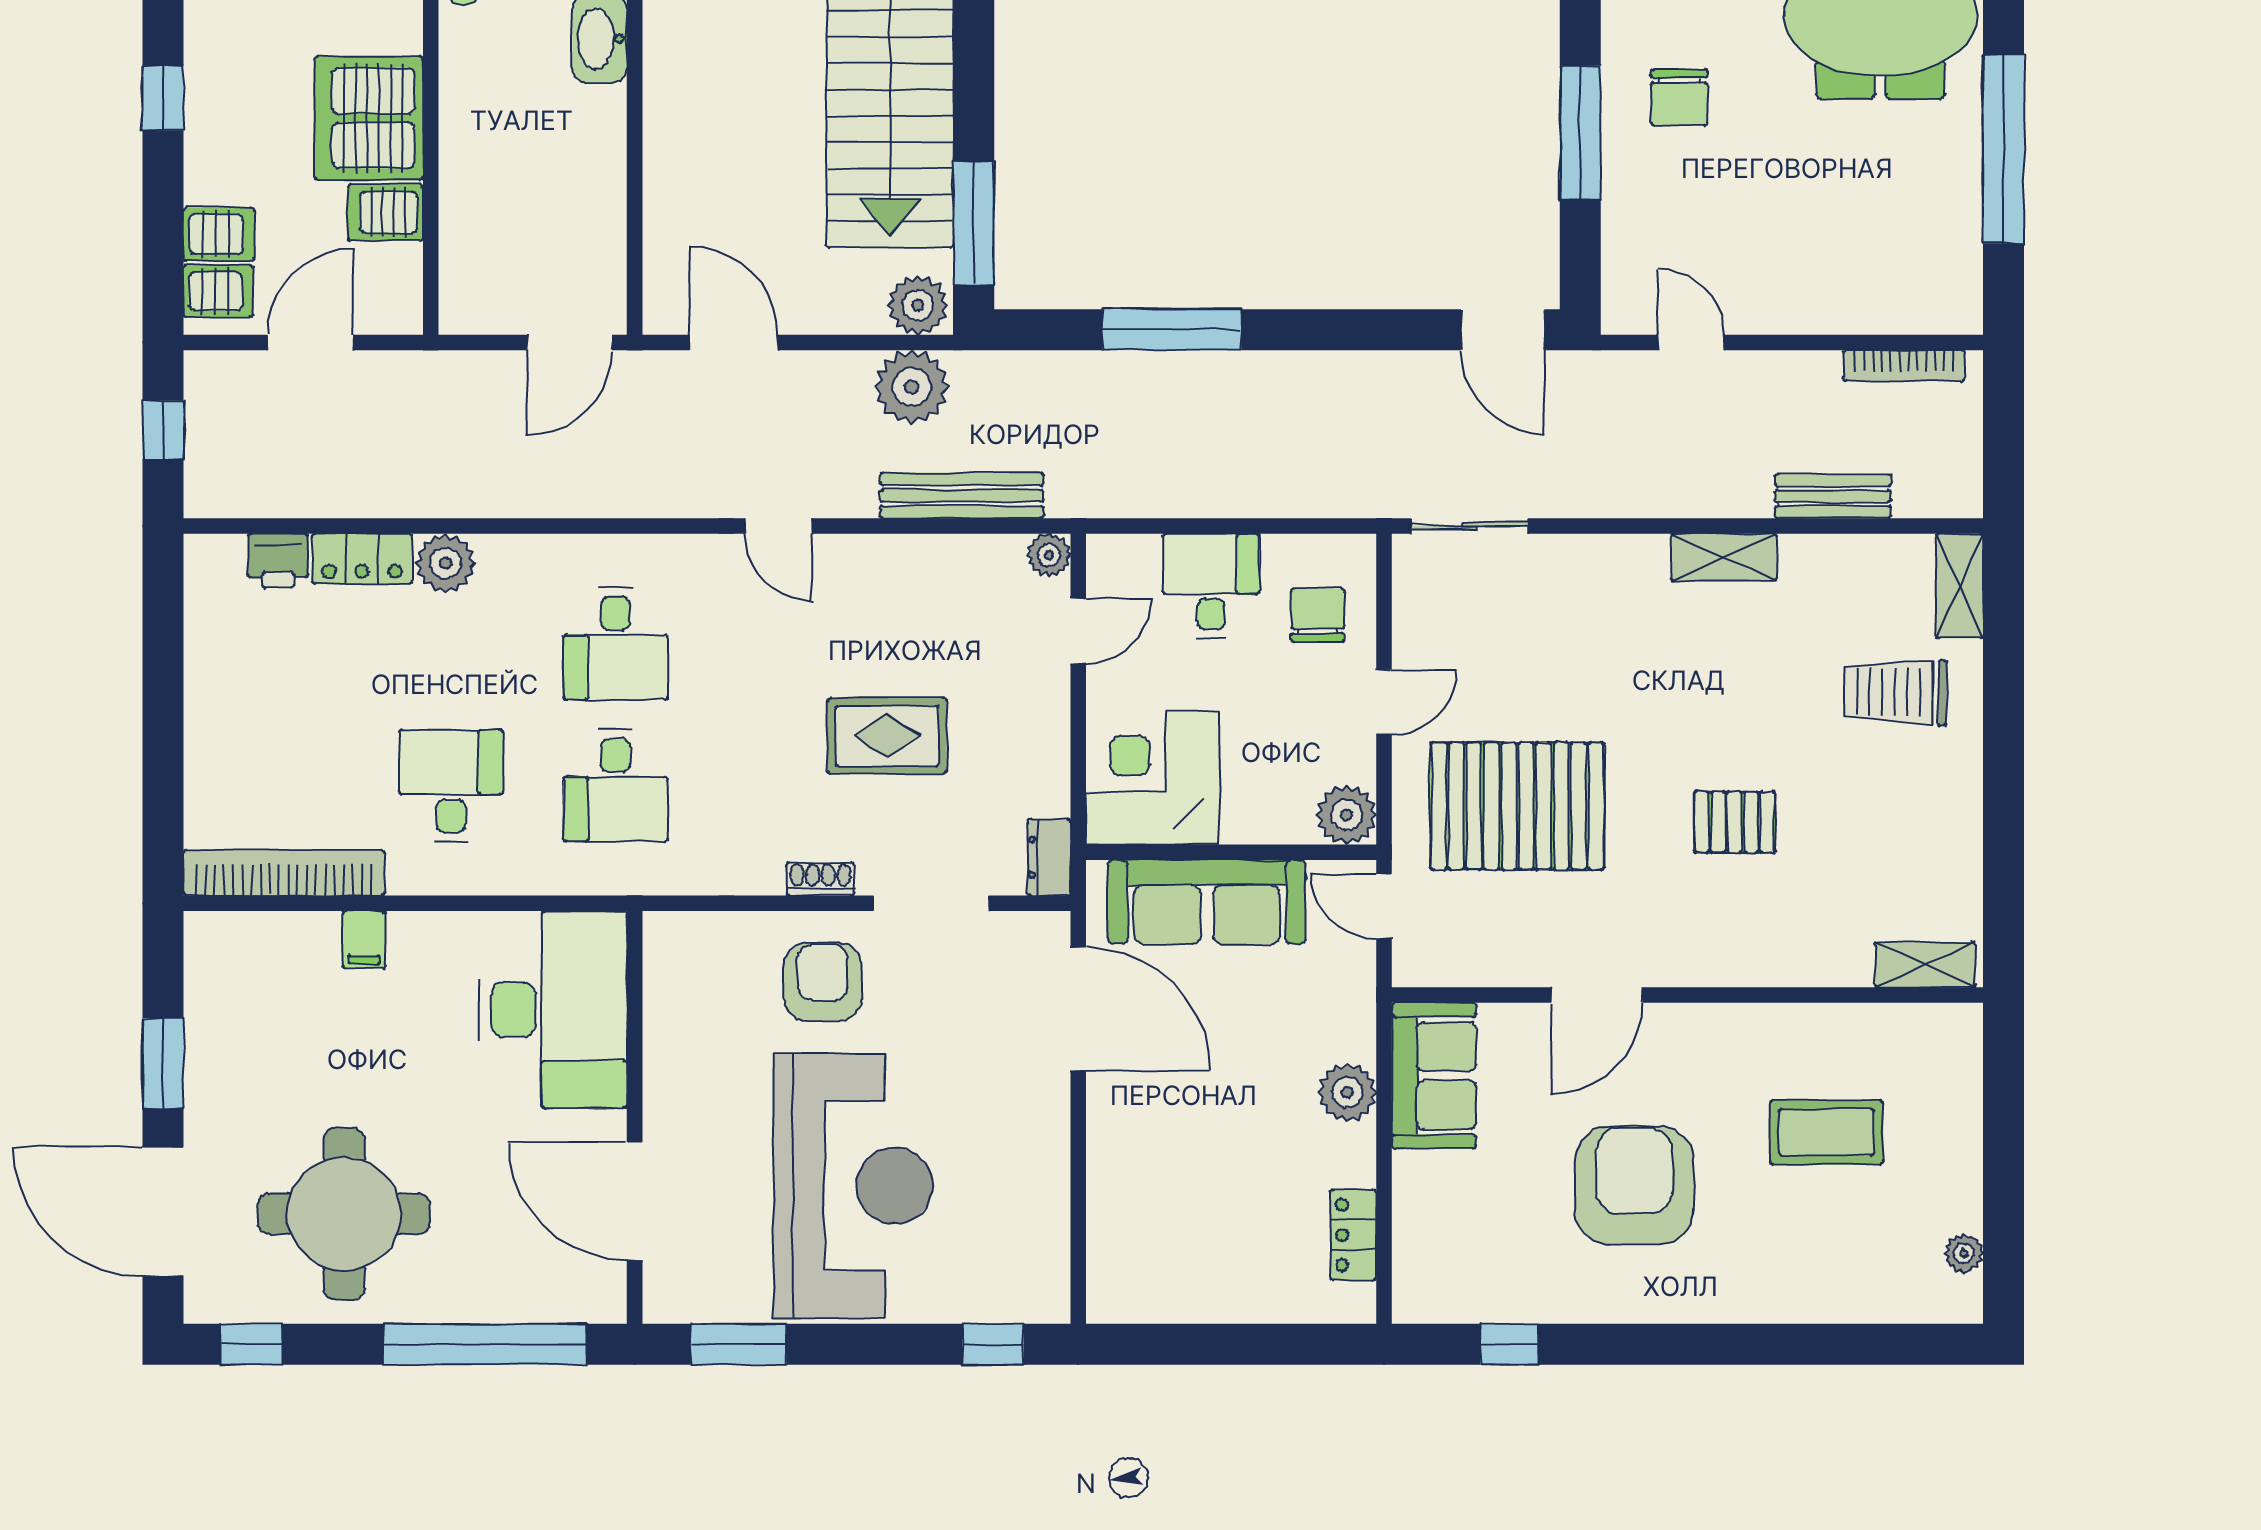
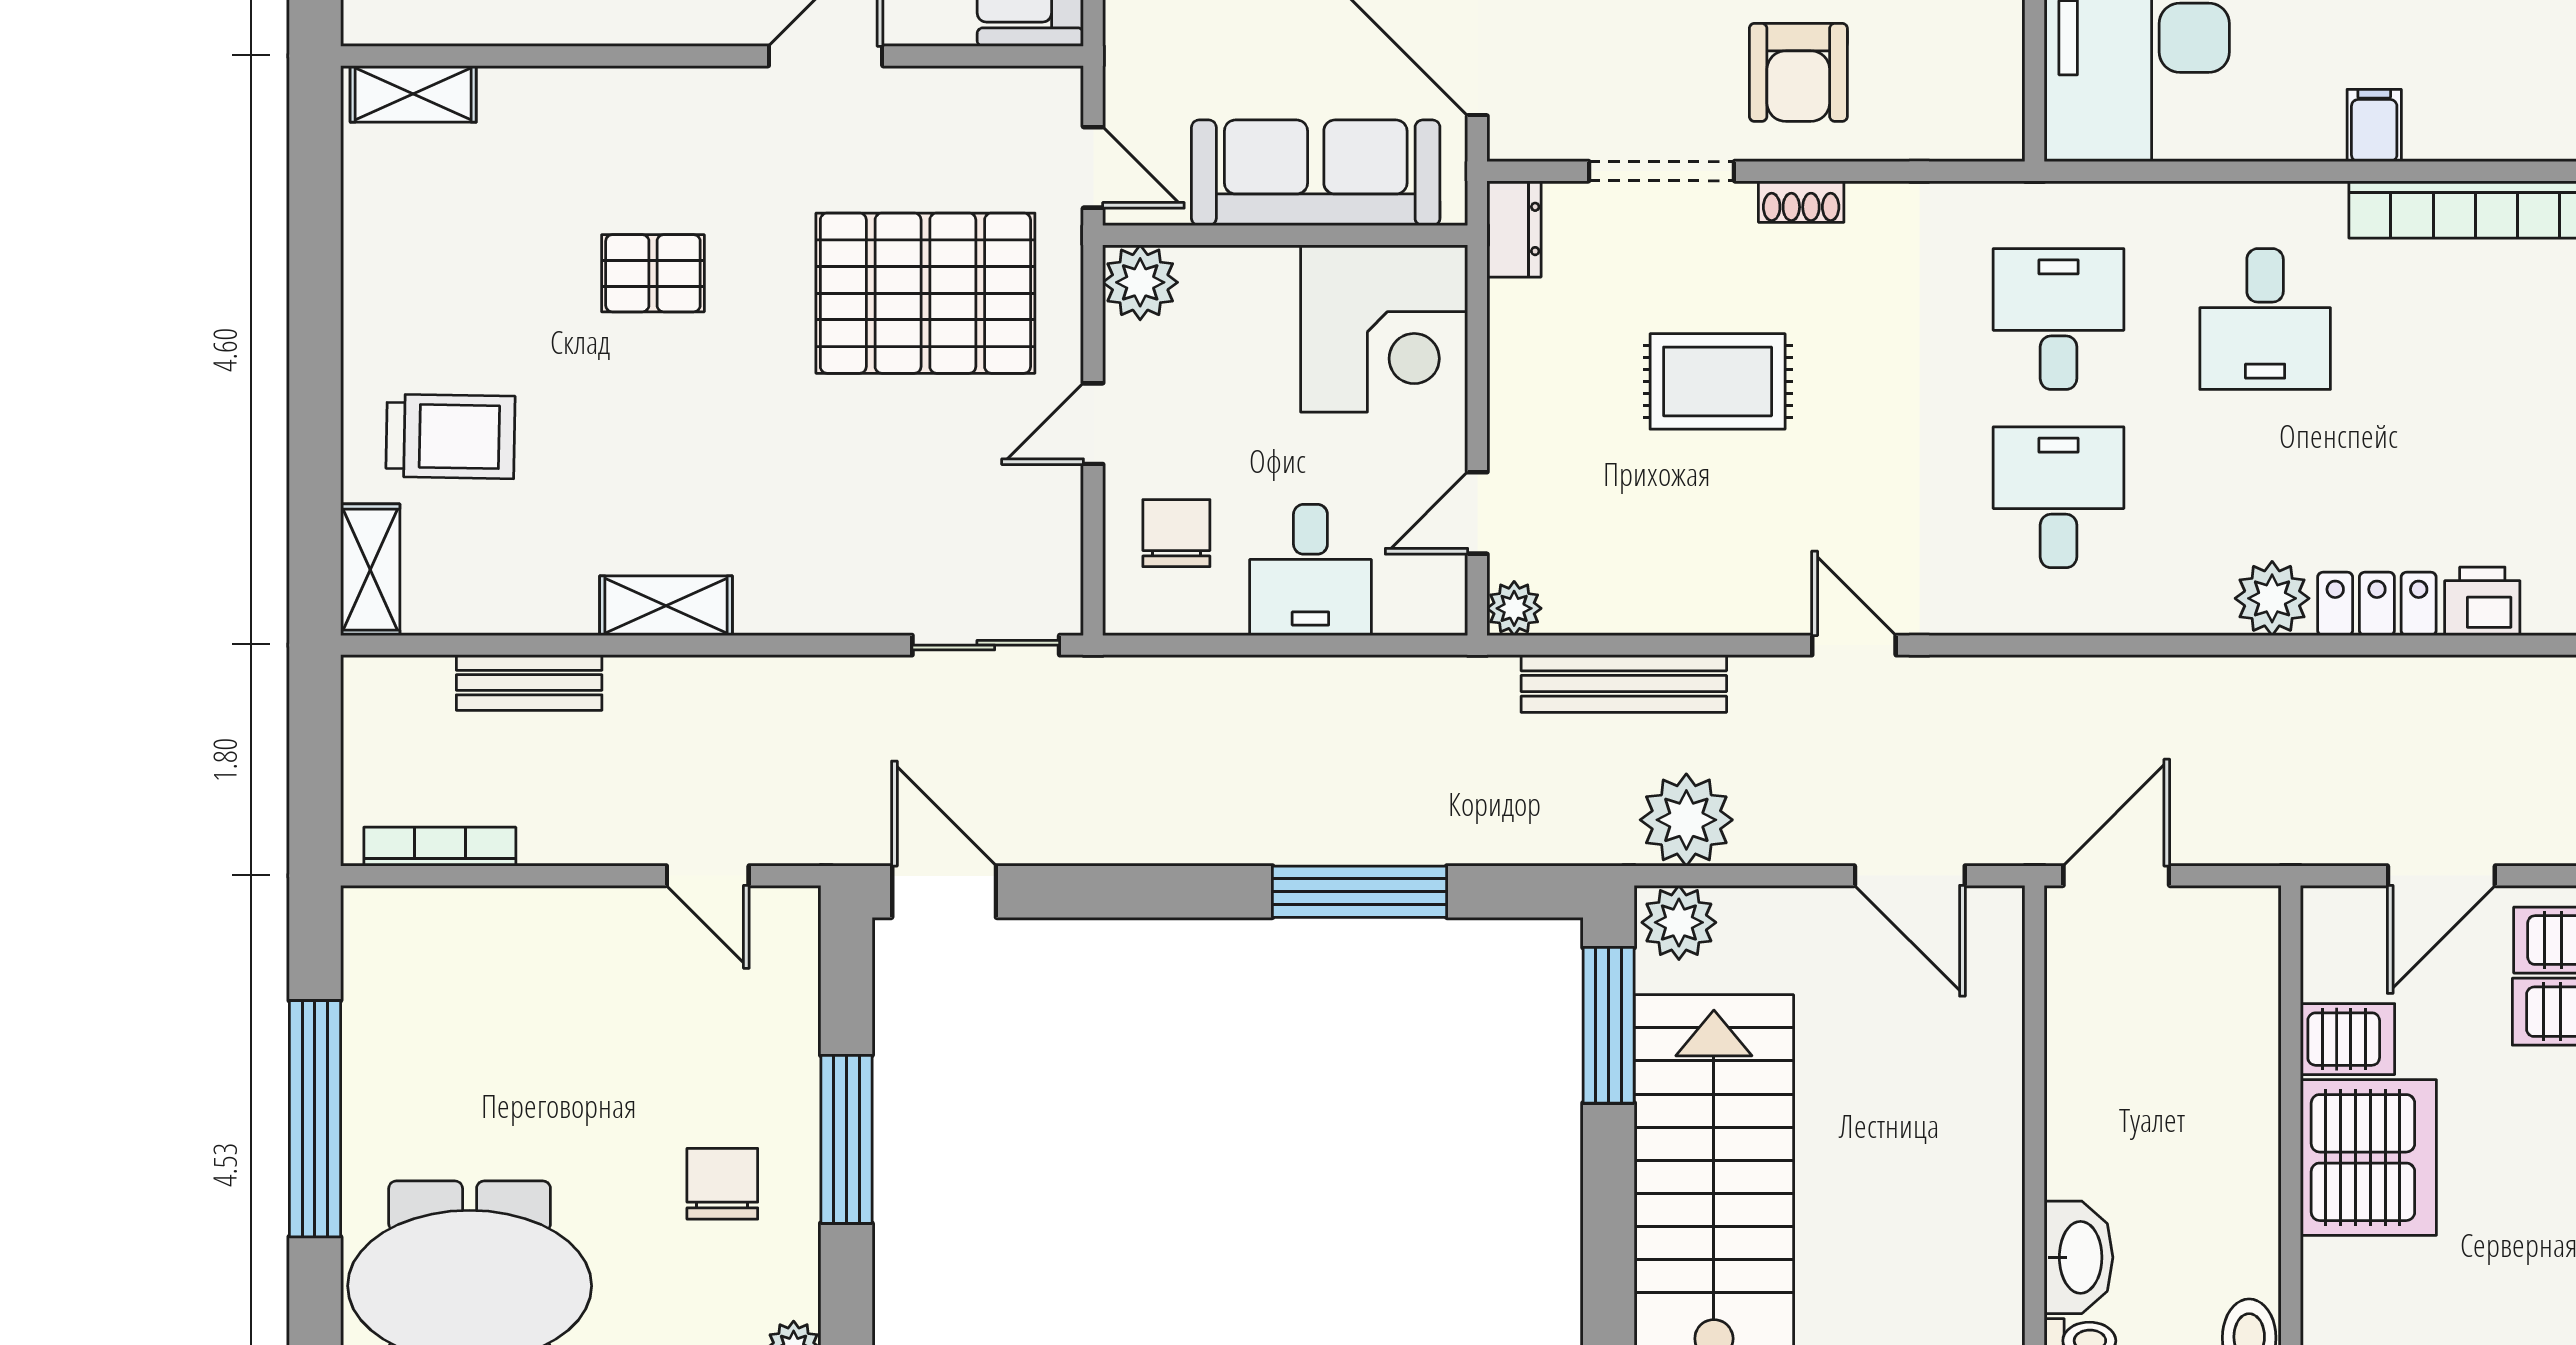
chair: (1318, 615) -> (1176, 533), turned 180

